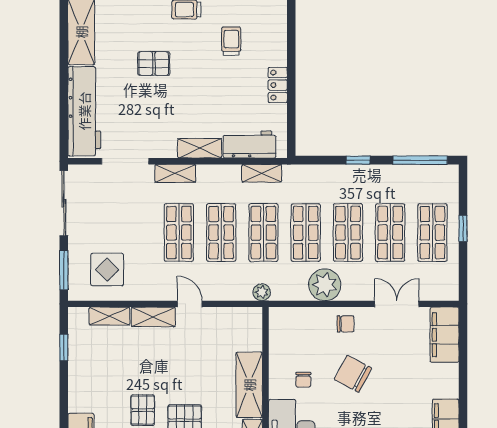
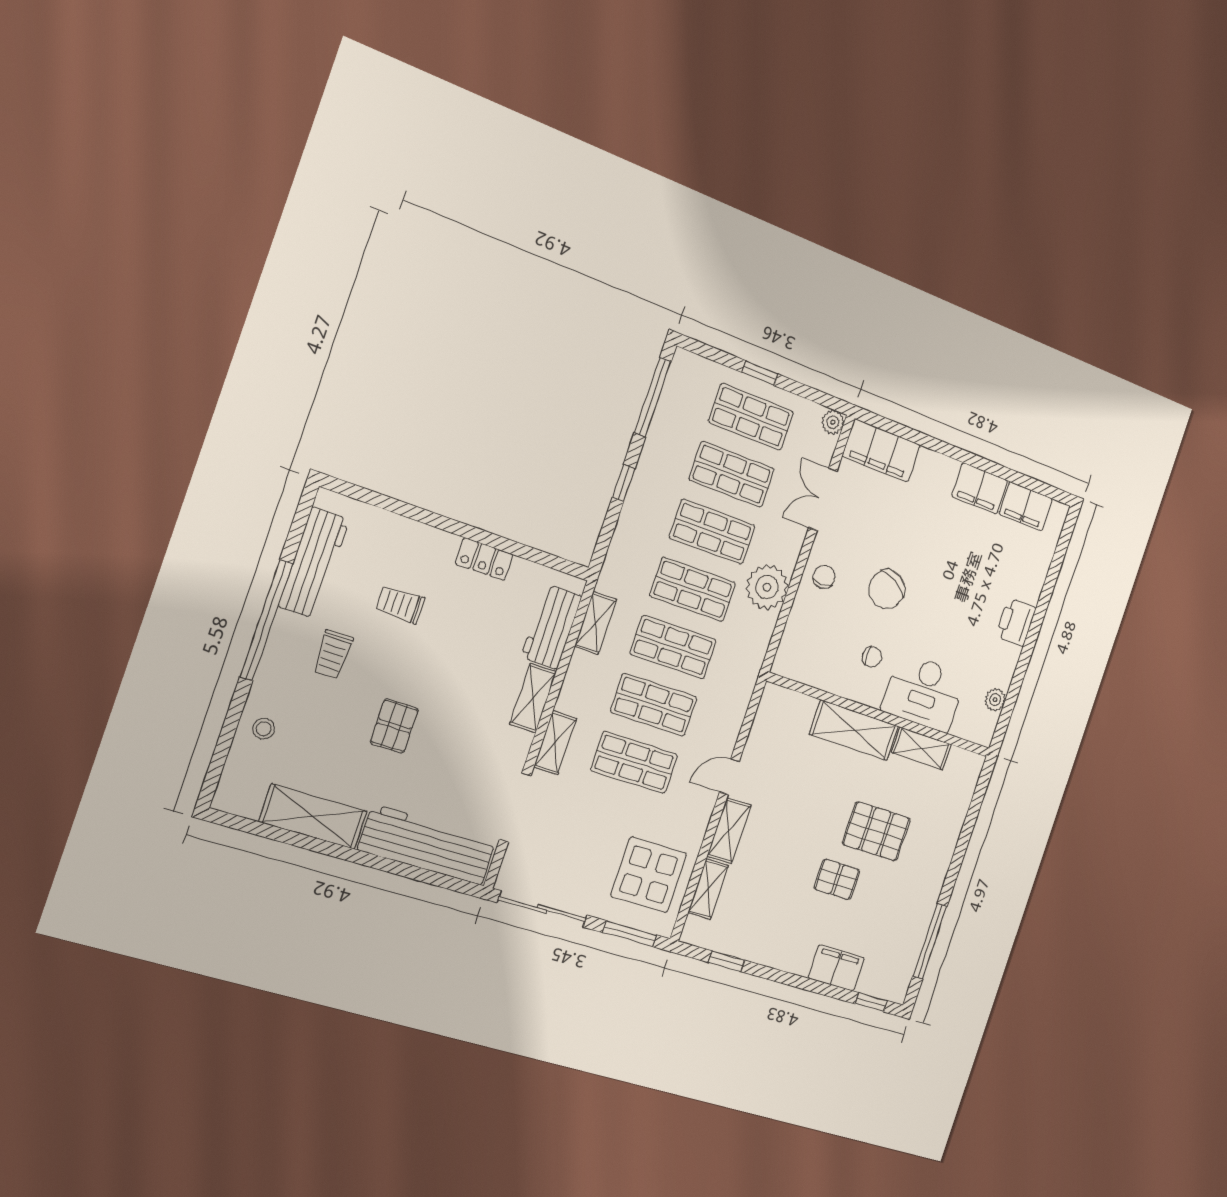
display table: (107, 270) -> (649, 875), width x1.36, depth x1.36
plant: (262, 292) -> (833, 422), moved

